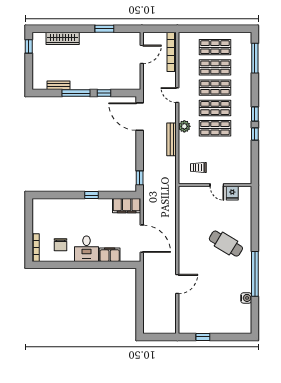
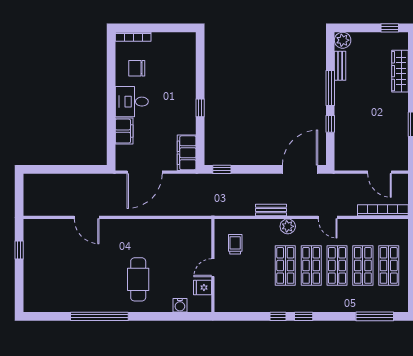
plant: (38, 83) -> (343, 40), added
door: (177, 95) -> (328, 217), swing flipped
bench: (172, 139) -> (271, 210), width x0.73
cafe table: (226, 244) -> (138, 279), turned -31
water cooler: (246, 298) -> (180, 305), moved

